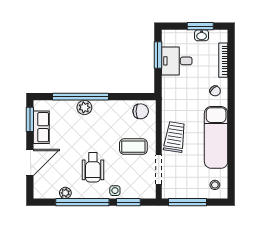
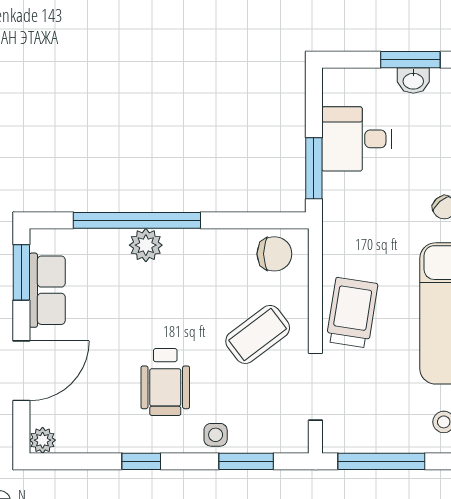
window: (158, 55) -> (314, 168), moved
coffee table: (133, 147) -> (258, 334), turned -37
plant: (65, 193) -> (43, 440), moved
window: (82, 202) -> (141, 461), width x0.32

